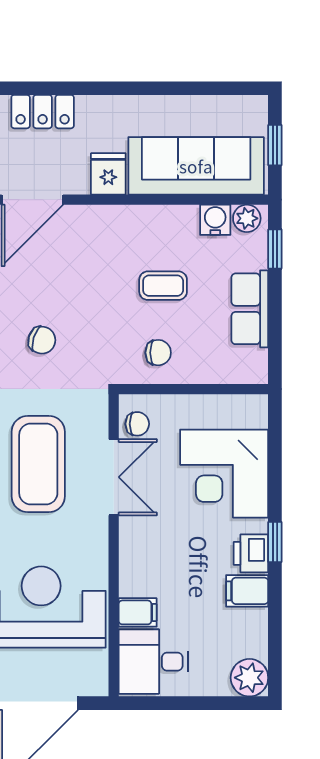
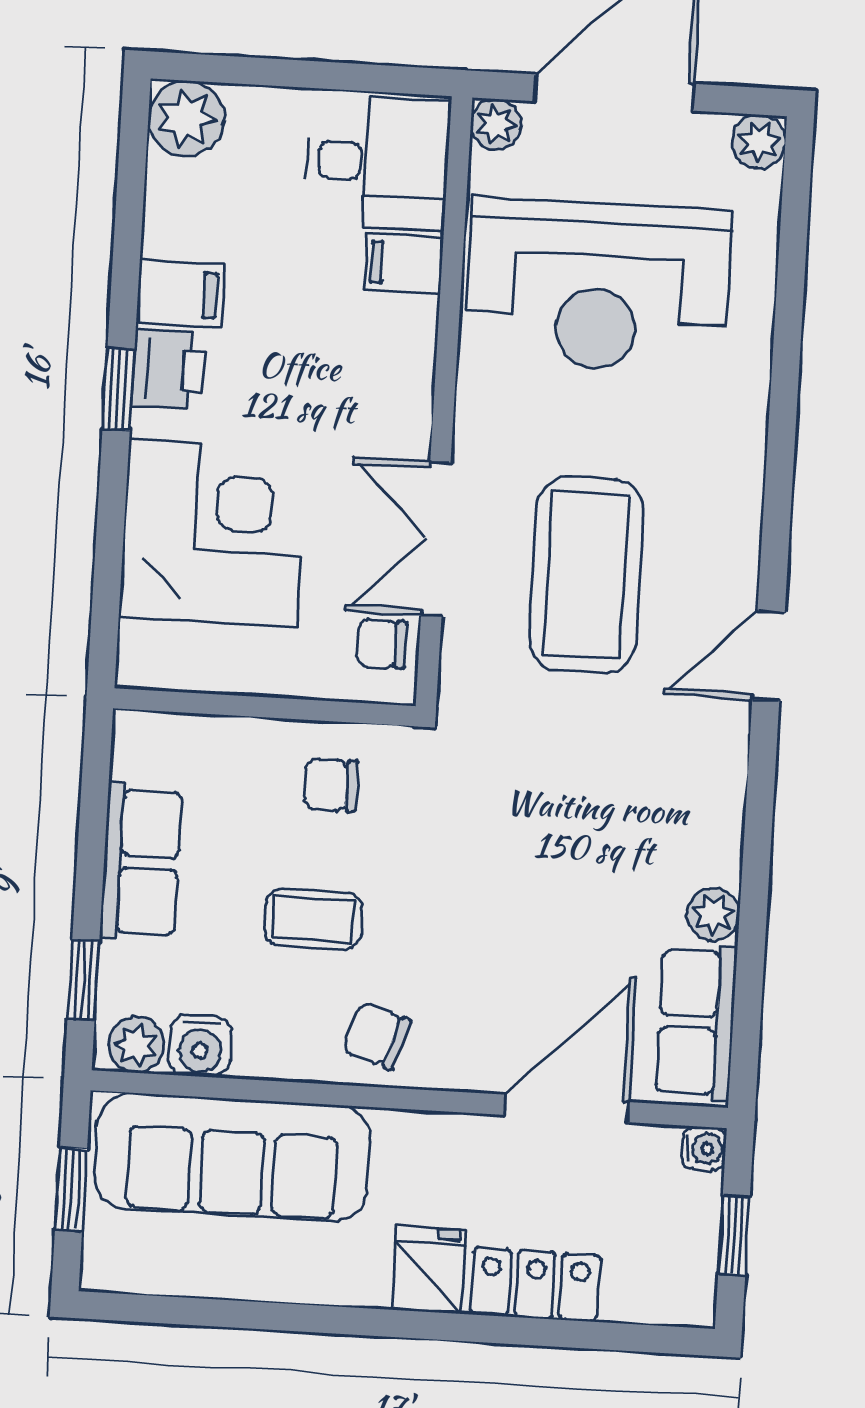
fridge: (108, 174) -> (429, 1270), moved, turned 180
chair: (42, 340) -> (377, 1036), moved
plant: (96, 684) -> (496, 124), added

